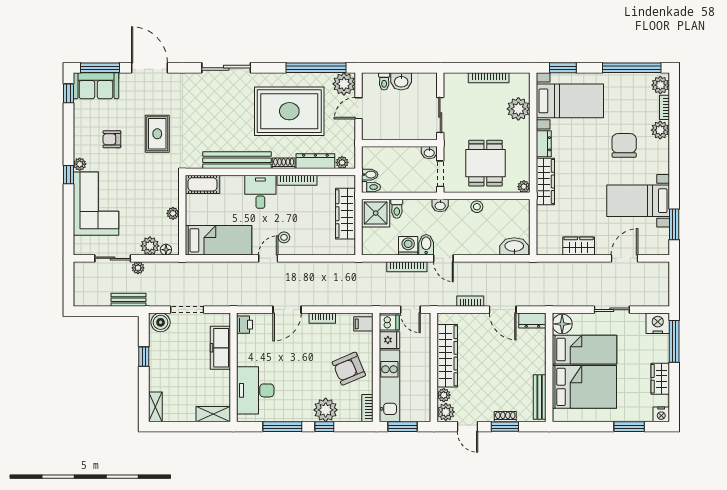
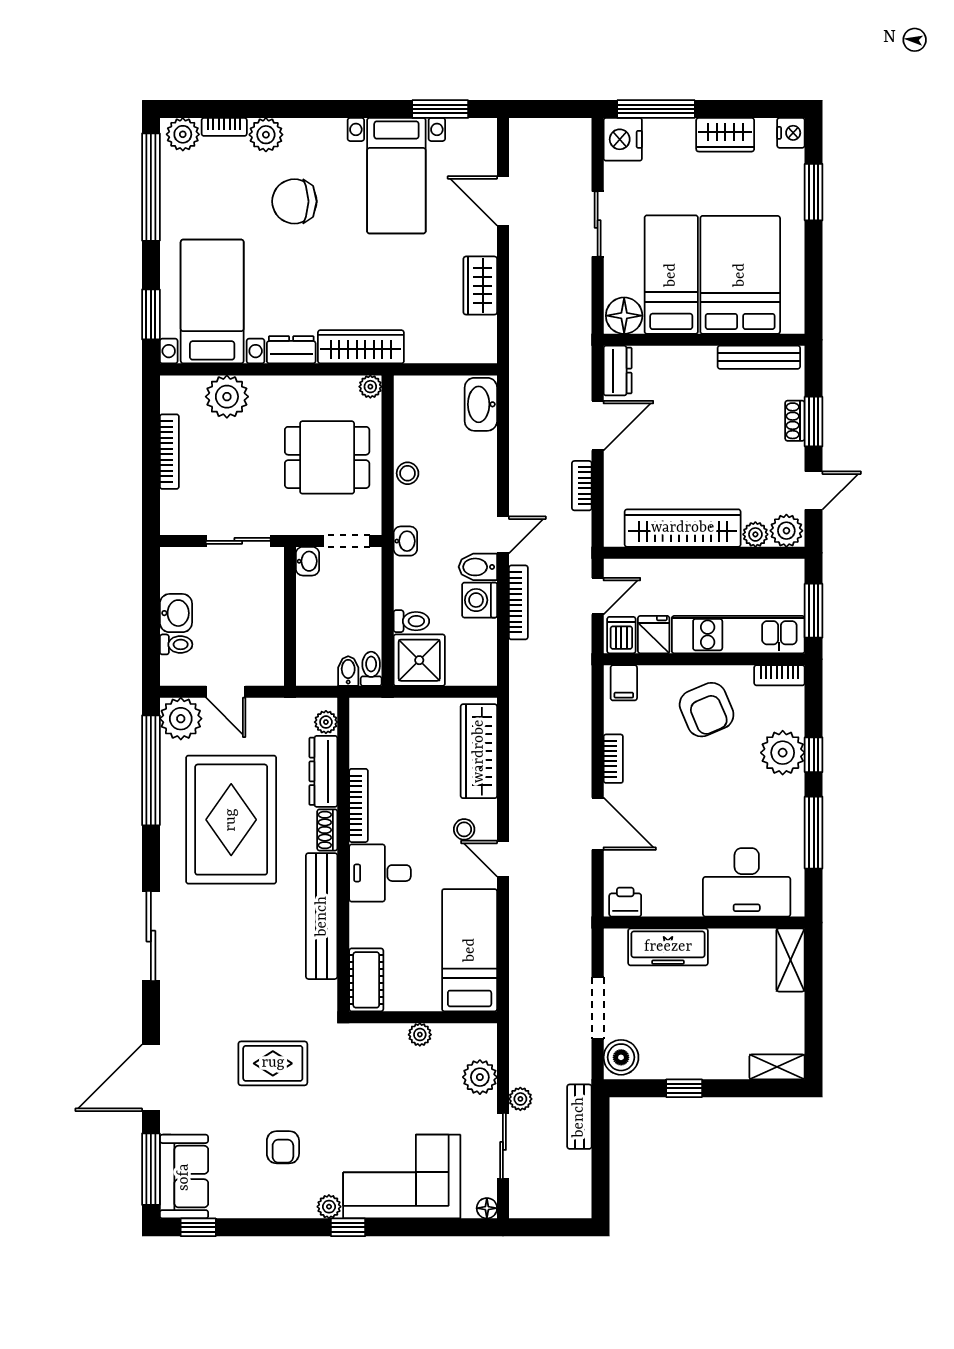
wardrobe: (345, 214) -> (479, 751), moved, turned 90
floor lamp: (166, 250) -> (487, 1208), moved

